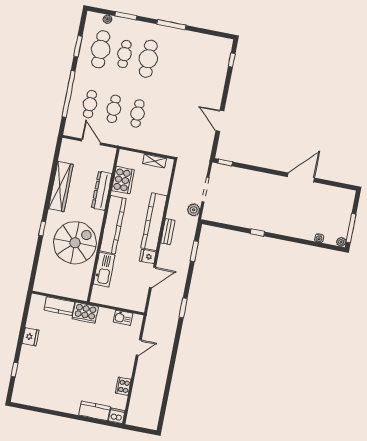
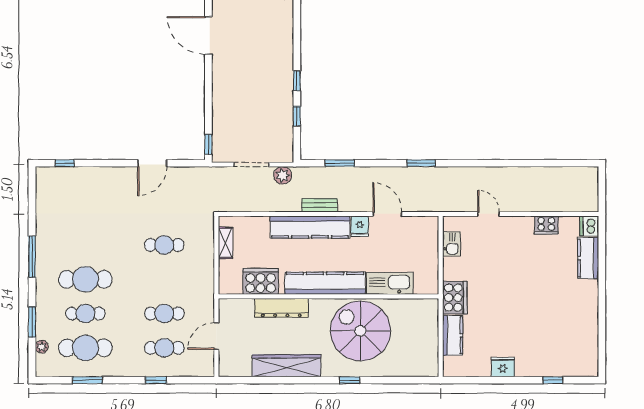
window: (69, 94) -> (156, 380), width x0.32
cafe table: (138, 113) -> (164, 245), moved
window: (233, 228) -> (297, 116), added

